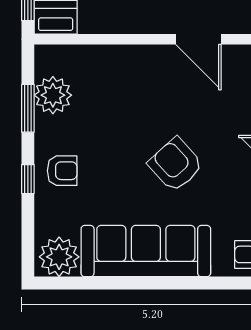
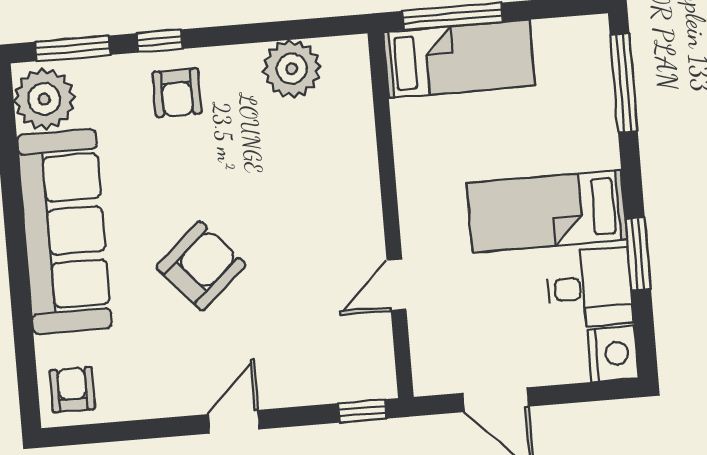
door: (198, 39) -> (396, 285), width x0.73
window: (28, 108) -> (73, 48), moved

